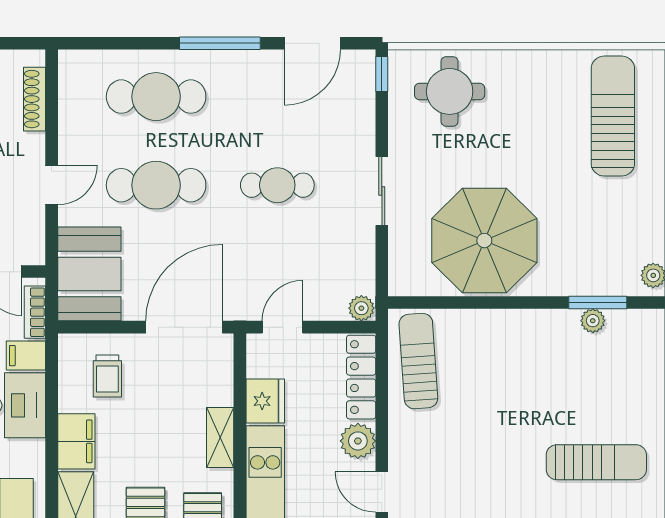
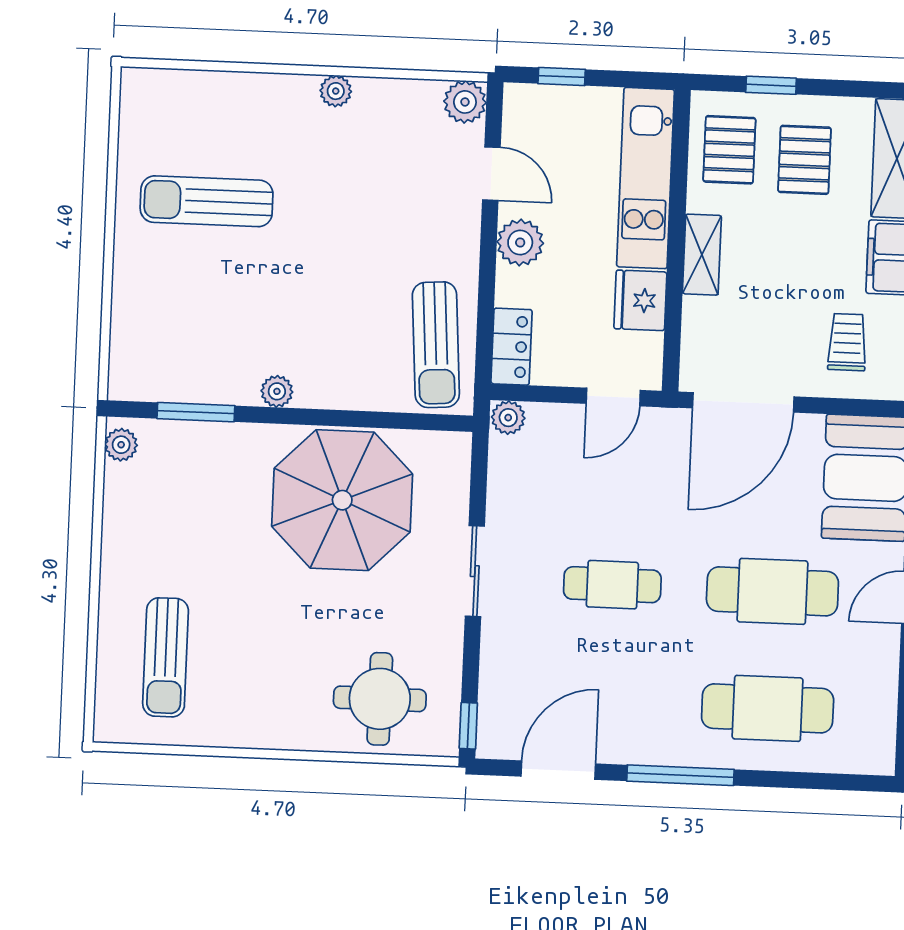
sun lounger: (613, 116) -> (166, 657), width x0.73, depth x0.75
plant: (593, 321) -> (277, 391), moved
locker: (361, 377) -> (512, 347), width x0.66

